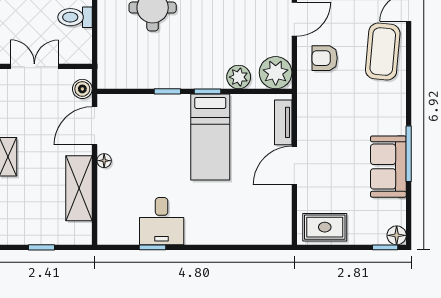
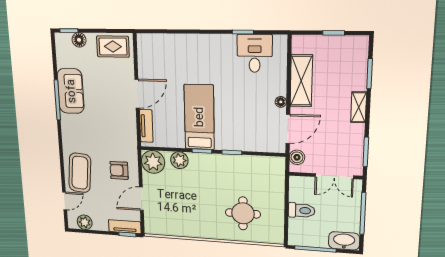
armchair: (325, 58) -> (119, 170), turned 180
desk: (162, 221) -> (255, 53), moved
floor lamp: (397, 235) -> (79, 40), moved

